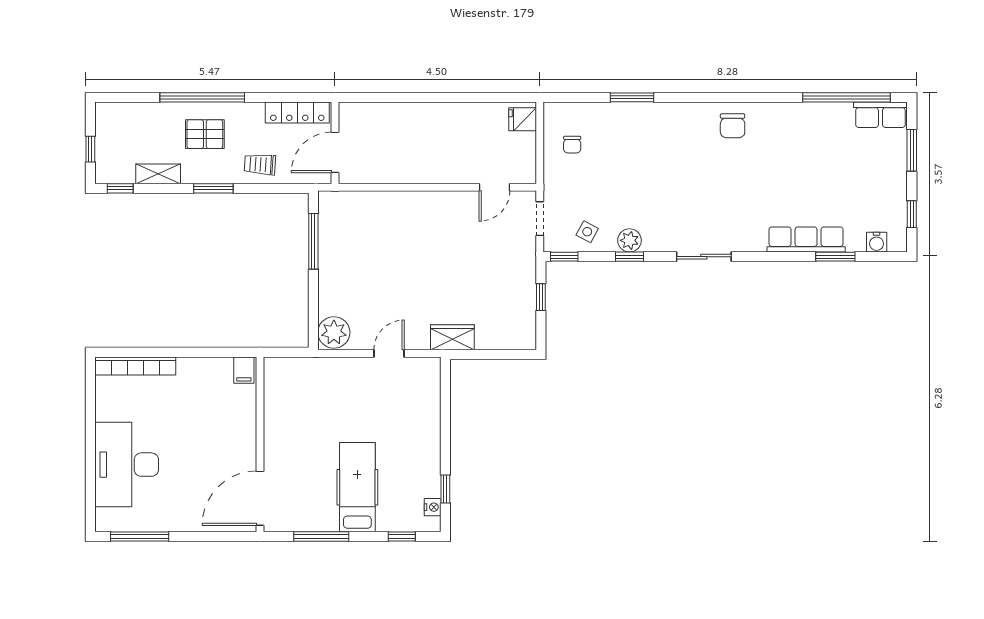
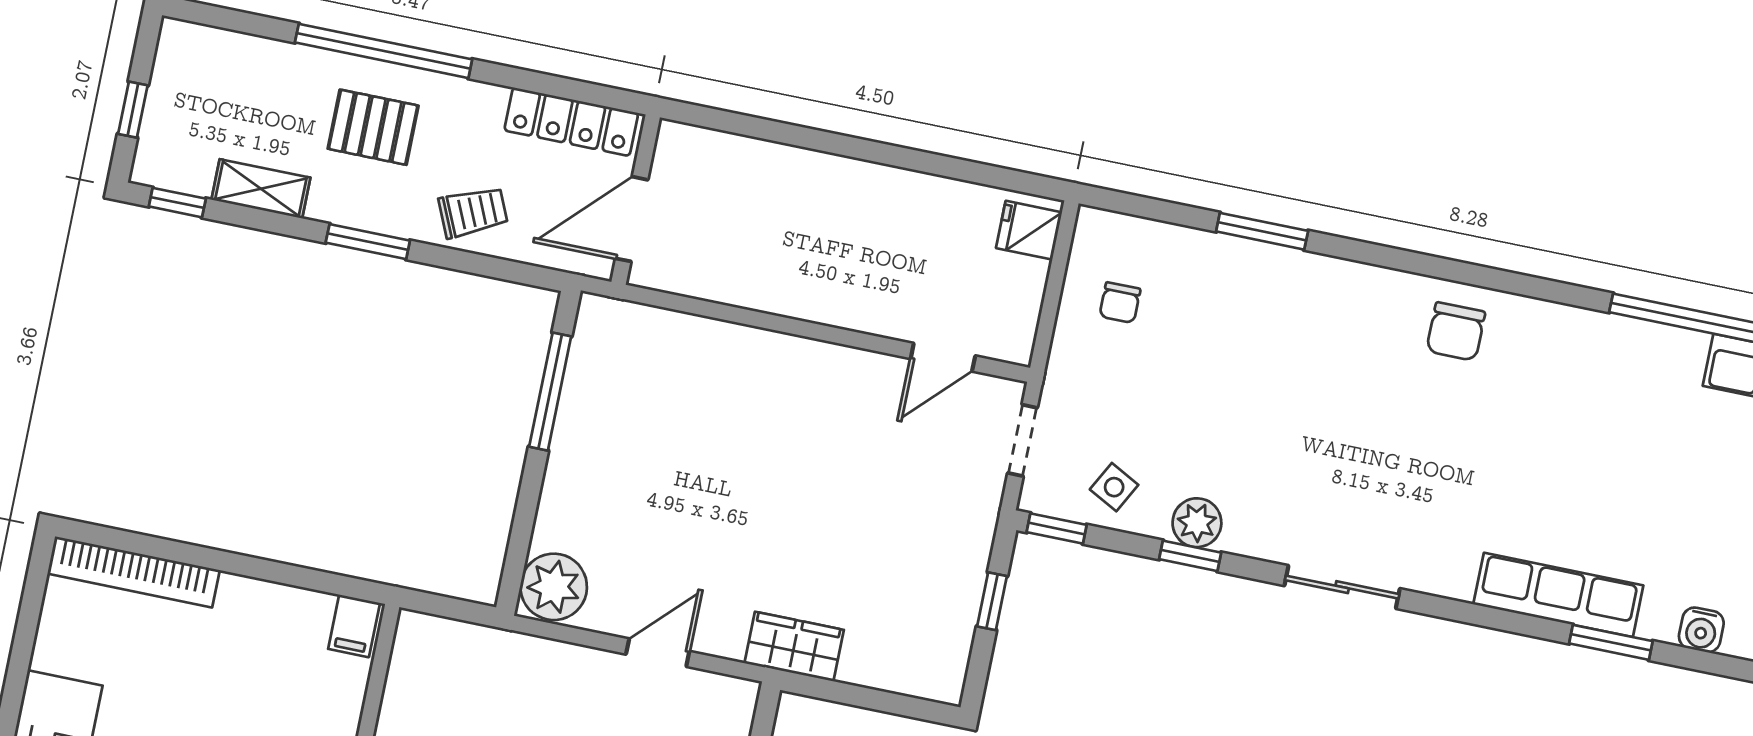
trolley: (260, 164) -> (473, 212), turned 152

